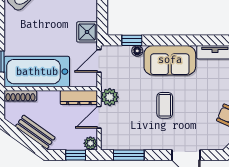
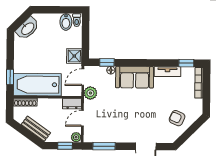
dresser: (79, 97) -> (72, 104), width x0.70
plant: (110, 97) -> (90, 93), moved
coffee table: (165, 105) -> (131, 110), removed

